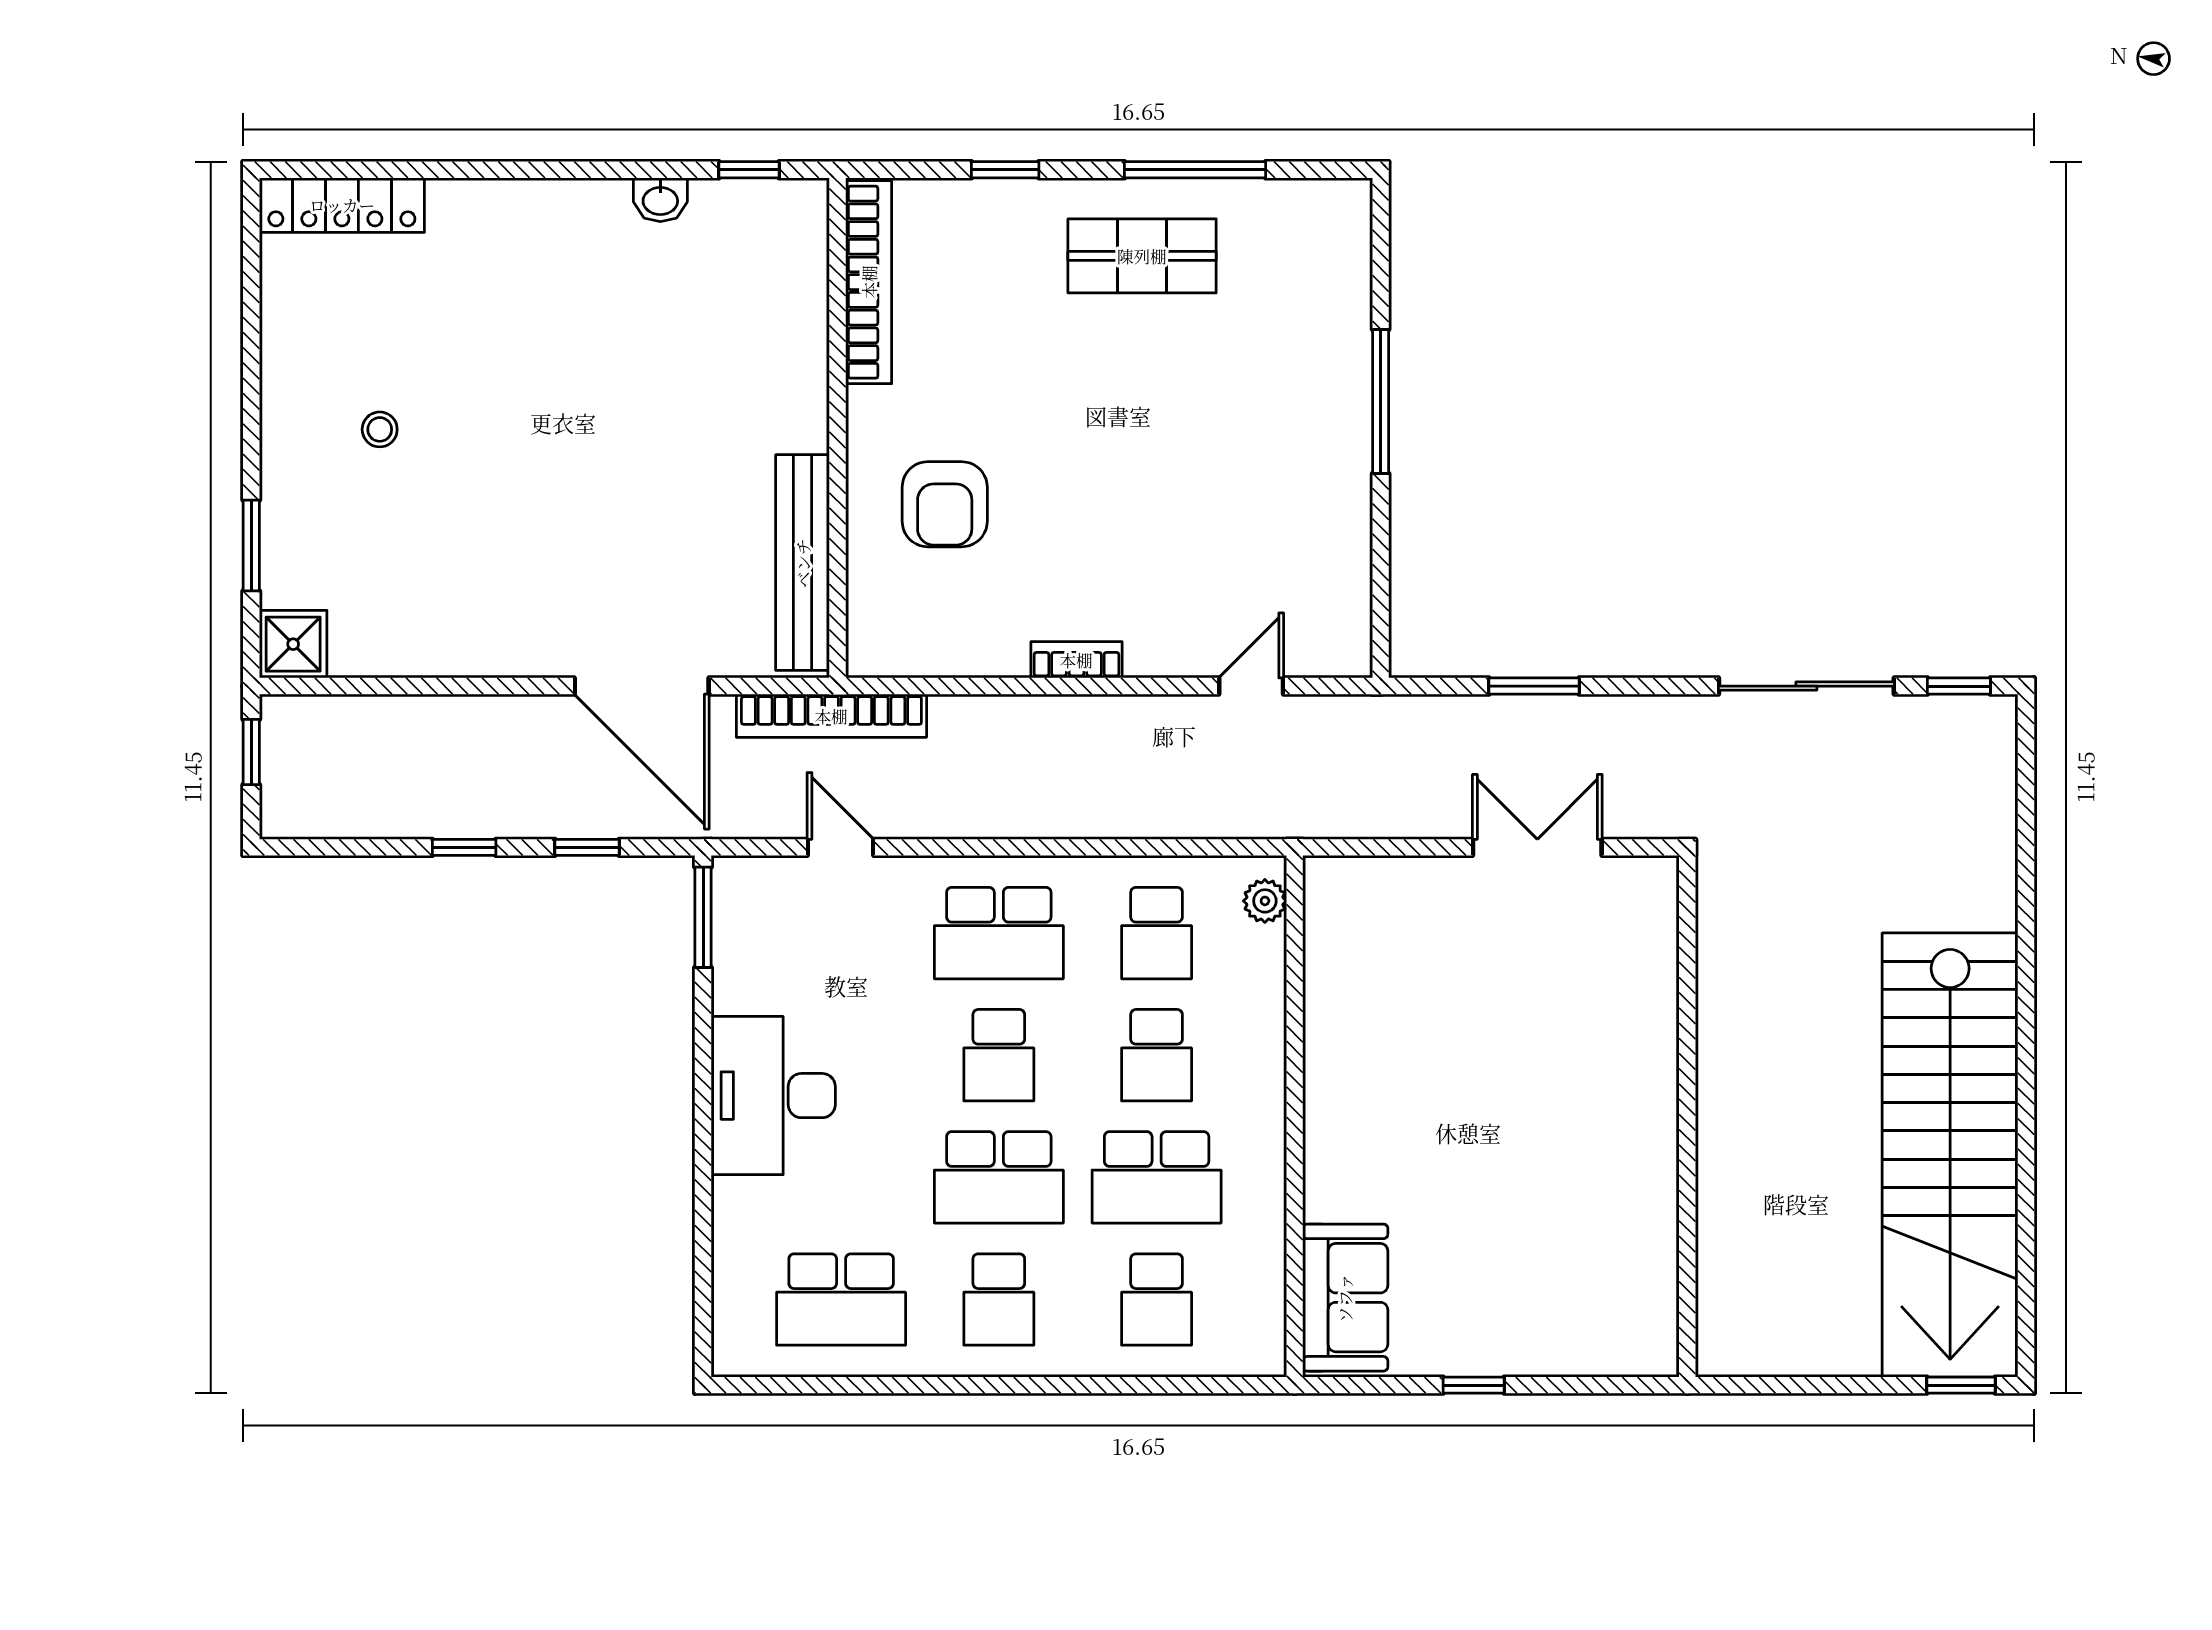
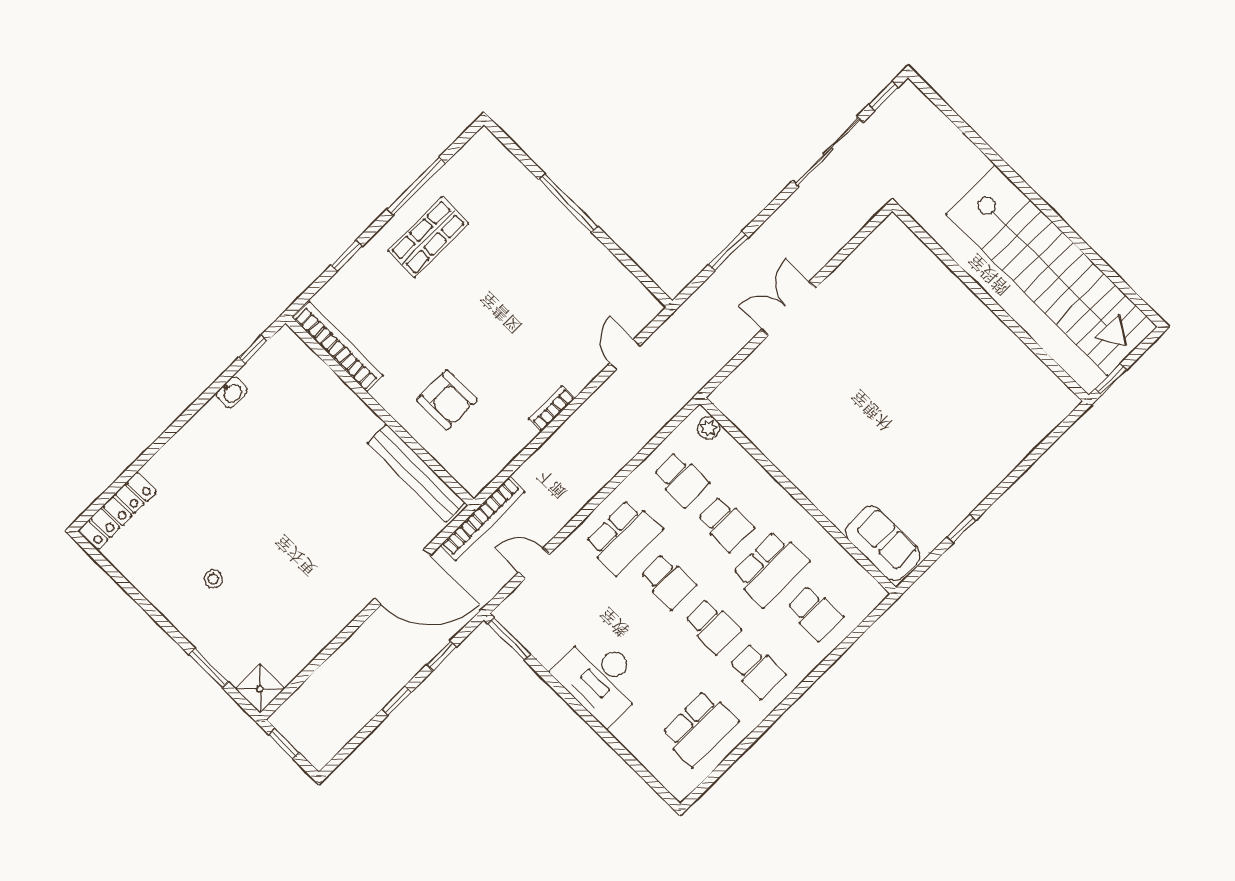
wall: (1687, 1116) -> (991, 303), moved
school desk: (999, 1177) -> (712, 626), width x0.54
window: (1961, 1385) -> (1111, 379), moved

